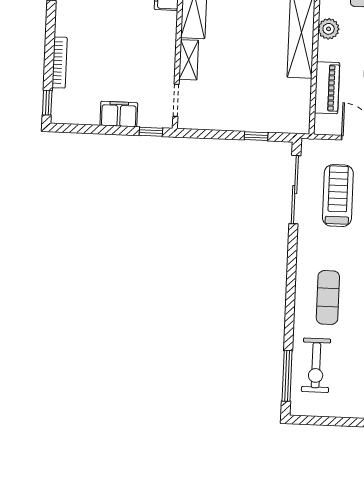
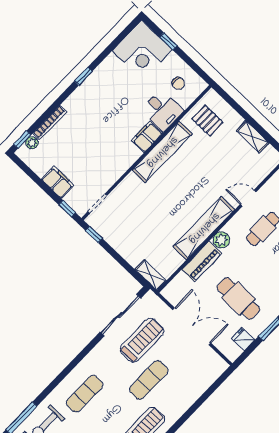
shelving: (189, 60) -> (151, 275), moved, turned 90
piano: (327, 88) -> (202, 261), moved
plant: (59, 98) -> (32, 143), added
window: (256, 136) -> (94, 234), moved

